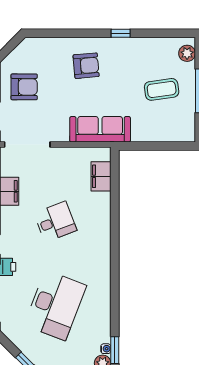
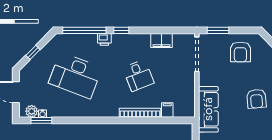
filing cabinet: (101, 176) -> (167, 110), width x0.50
bookcase: (105, 220) -> (140, 113), added

